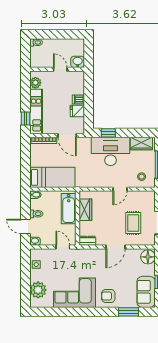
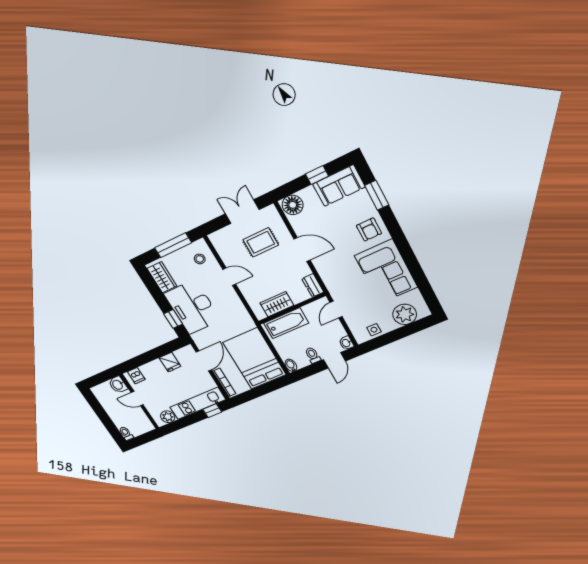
door: (60, 69) -> (137, 399), hinge flipped
dishwasher: (78, 100) -> (136, 376), moved
bed: (52, 177) -> (255, 359), width x1.50

